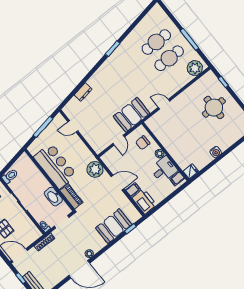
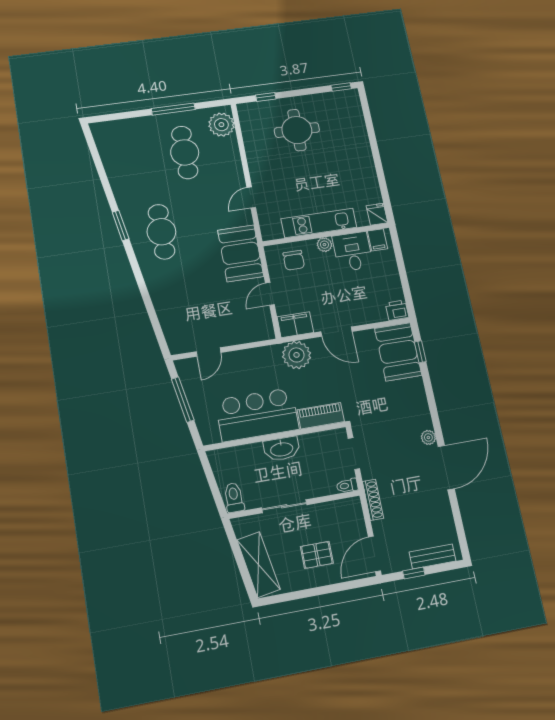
cafe table: (156, 42) -> (161, 232), moved
dresser: (83, 92) -> (163, 307), removed
door: (119, 140) -> (270, 294), swing flipped
kitchen unit: (169, 145) -> (319, 223), added
water cooler: (216, 152) -> (366, 164), removed
door: (118, 183) -> (336, 332), swing flipped
filing cabinet: (133, 190) -> (295, 325), moved, width x2.00
washbasin: (53, 197) -> (282, 449), moved
printer: (144, 201) -> (397, 310), width x0.53, depth x0.68
booth: (114, 226) -> (398, 352), moved

